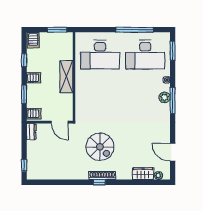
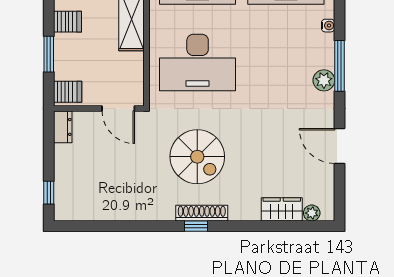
plant: (165, 97) -> (324, 80), moved
desk: (100, 99) -> (198, 62), added
door: (173, 152) -> (339, 146), moved

